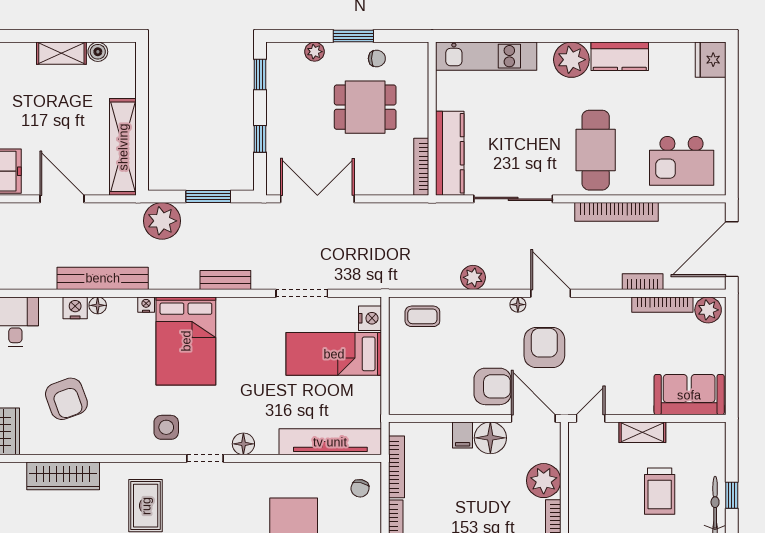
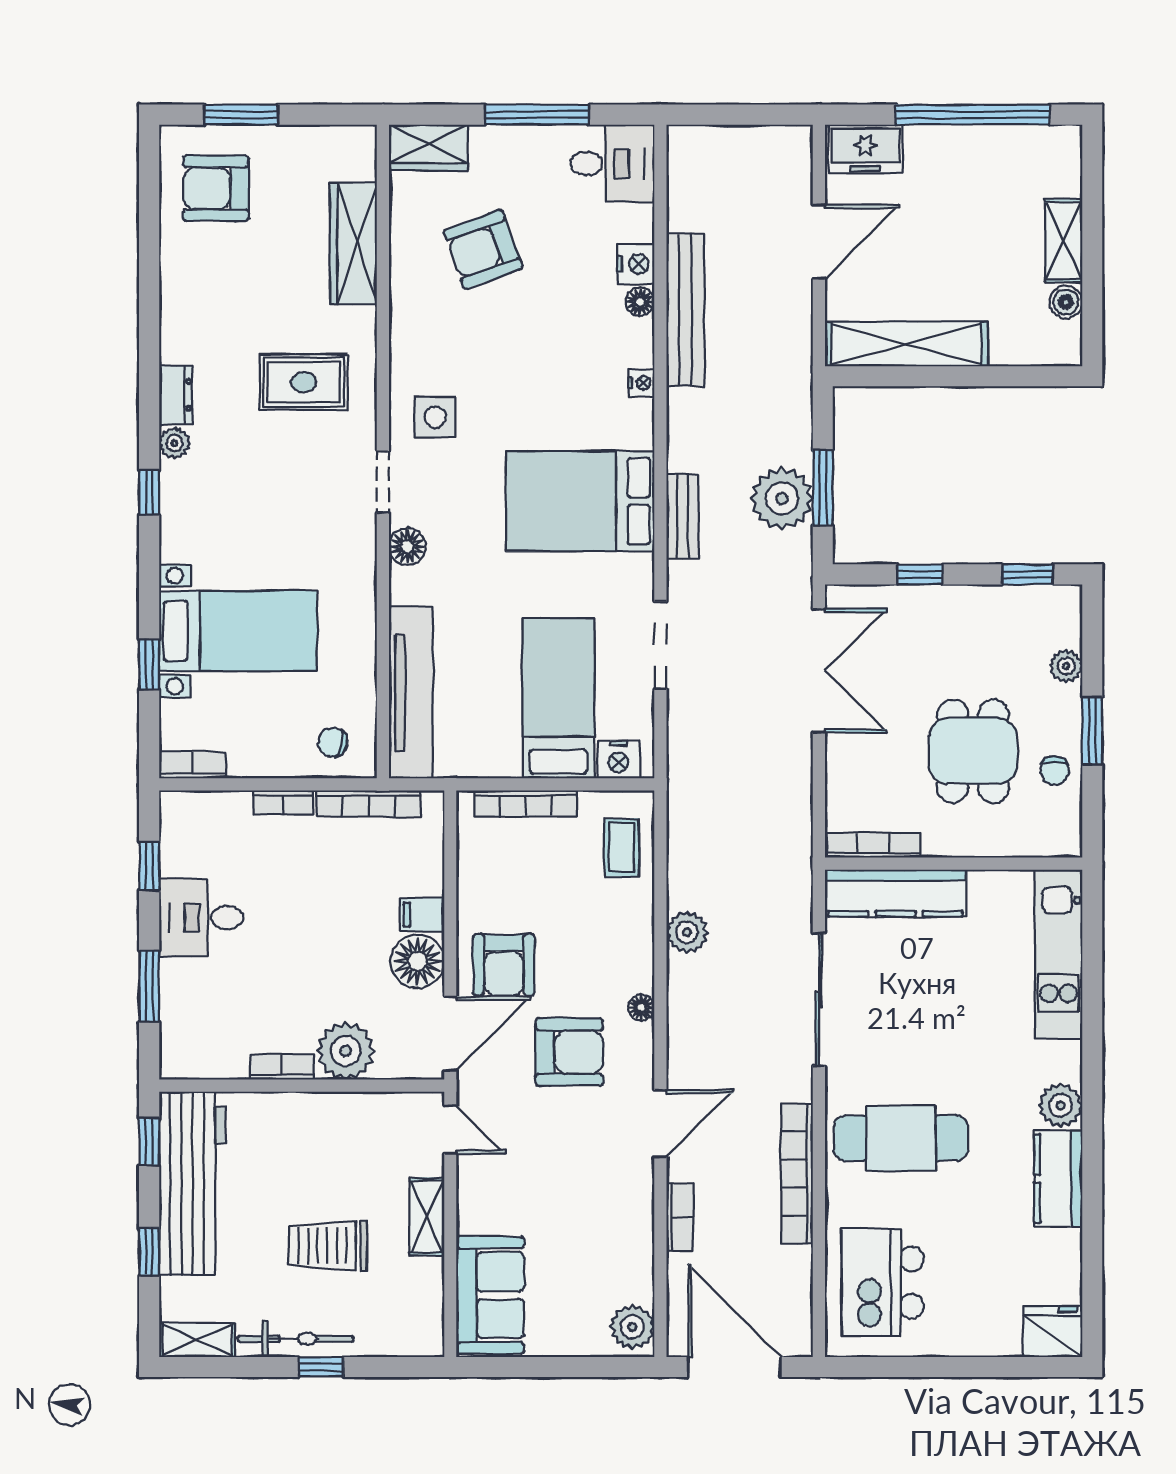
plant: (571, 60) -> (1061, 1105), width x0.73, depth x0.73
plant: (162, 221) -> (782, 499), moved
door: (551, 293) -> (660, 1123), moved
bookcase: (662, 305) -> (526, 803), moved, turned -90
bed: (186, 341) -> (580, 501), moved

